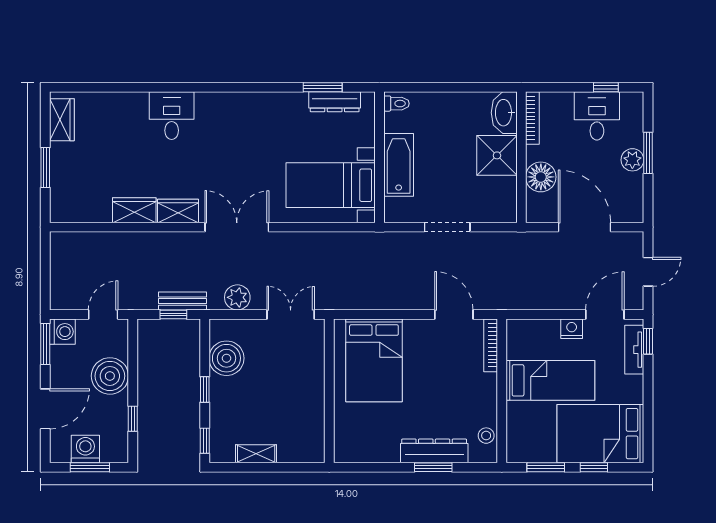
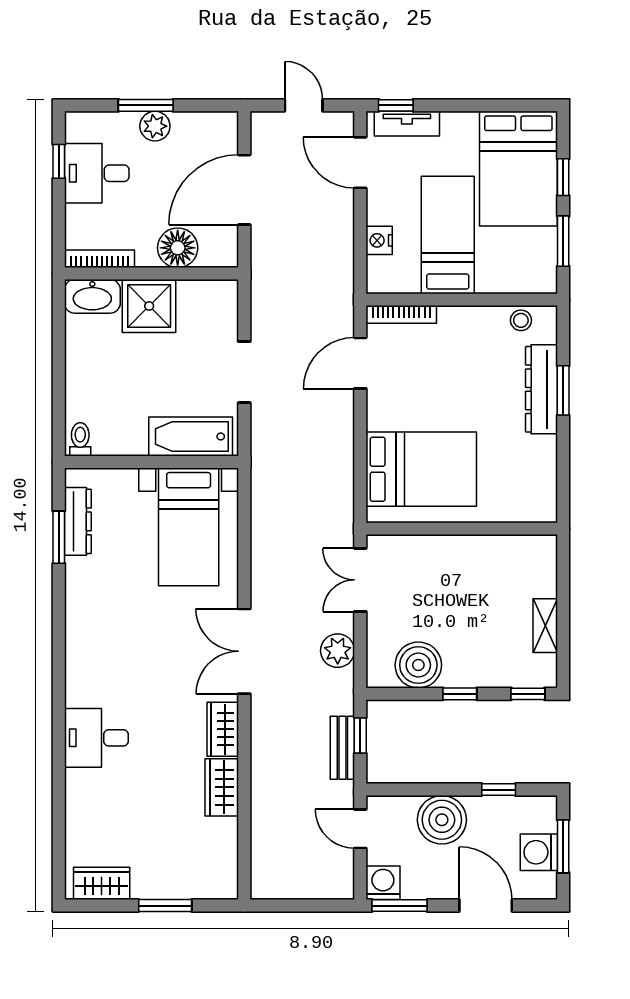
bathtub: (399, 165) -> (191, 436), moved
bench: (183, 301) -> (342, 748), moved
nightstand: (572, 329) -> (379, 240), moved

